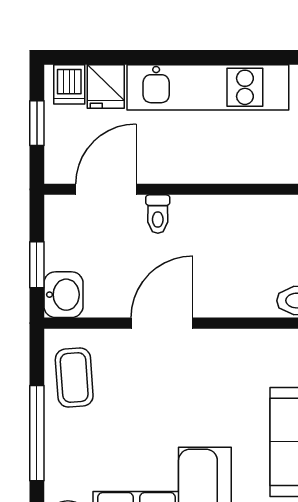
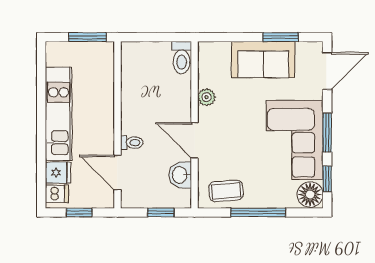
washbasin: (63, 295) -> (180, 175), moved, turned -90
plant: (237, 344) -> (207, 97), added

